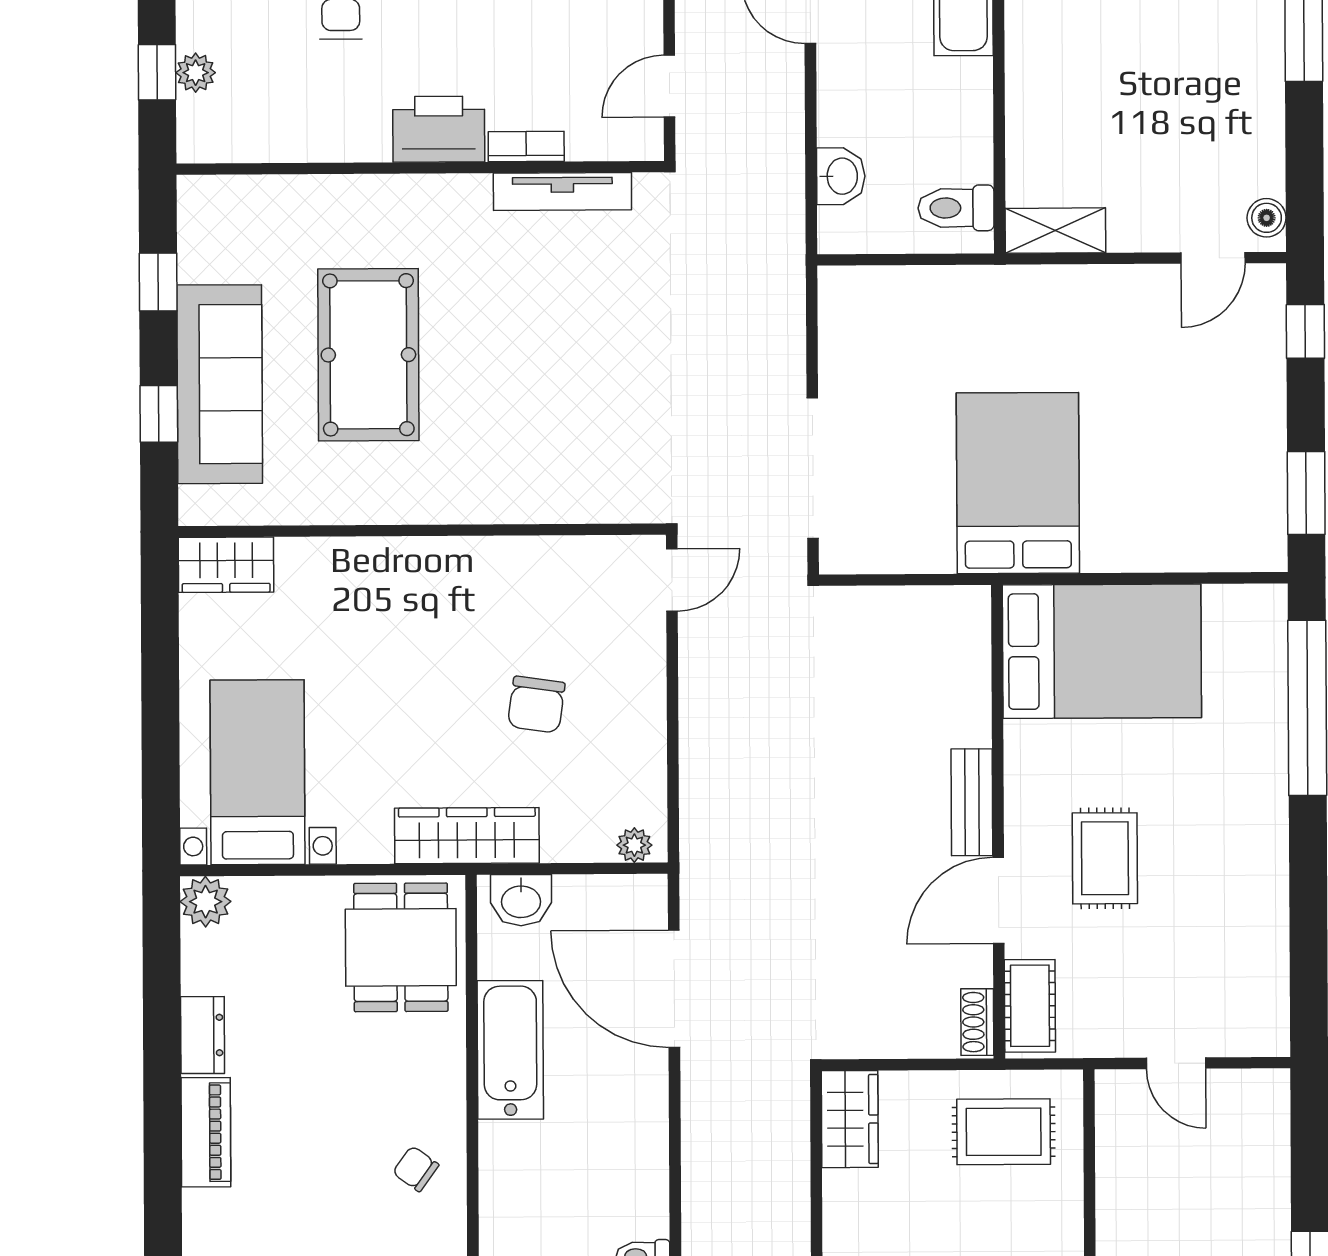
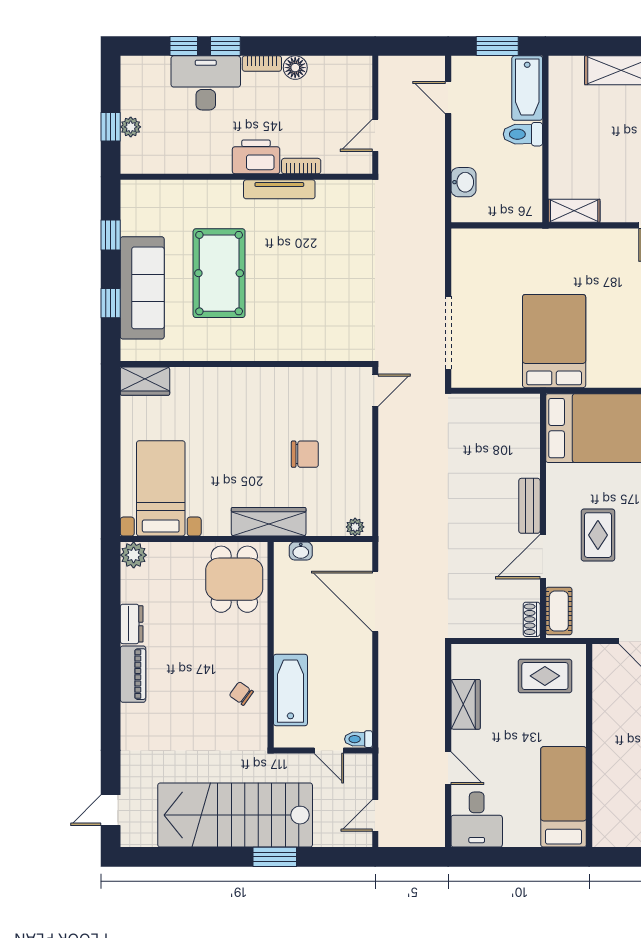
tv unit: (562, 191) -> (279, 189), moved
toilet: (956, 208) -> (523, 134), moved
chair: (536, 705) -> (305, 454), turned -98
washbasin: (521, 900) -> (301, 551), width x0.72, depth x0.69
bathtub: (510, 1050) -> (290, 690), moved
wardrobe: (850, 1119) -> (466, 704), moved

